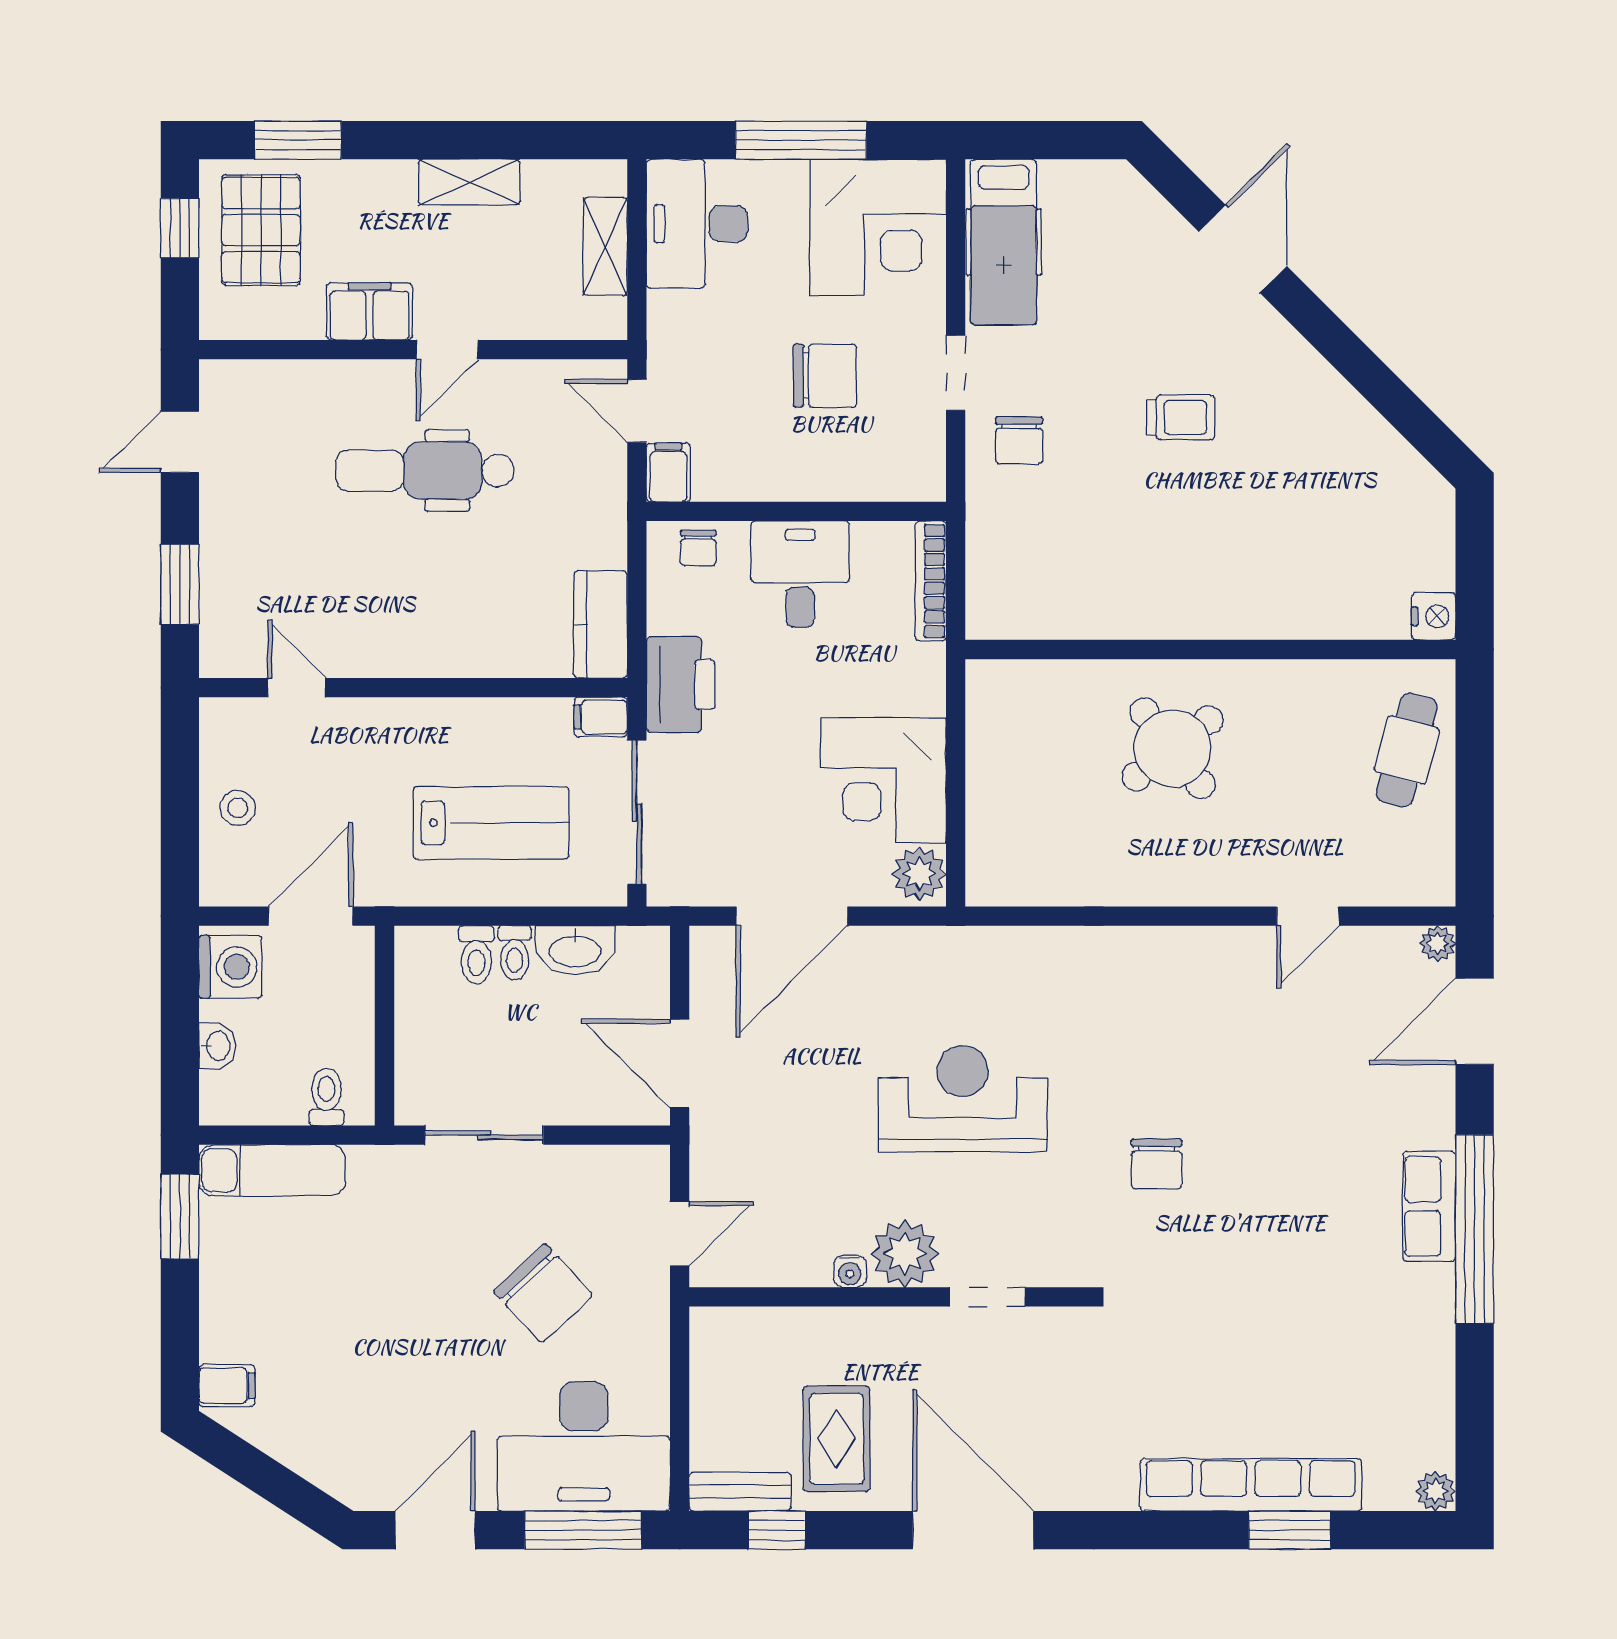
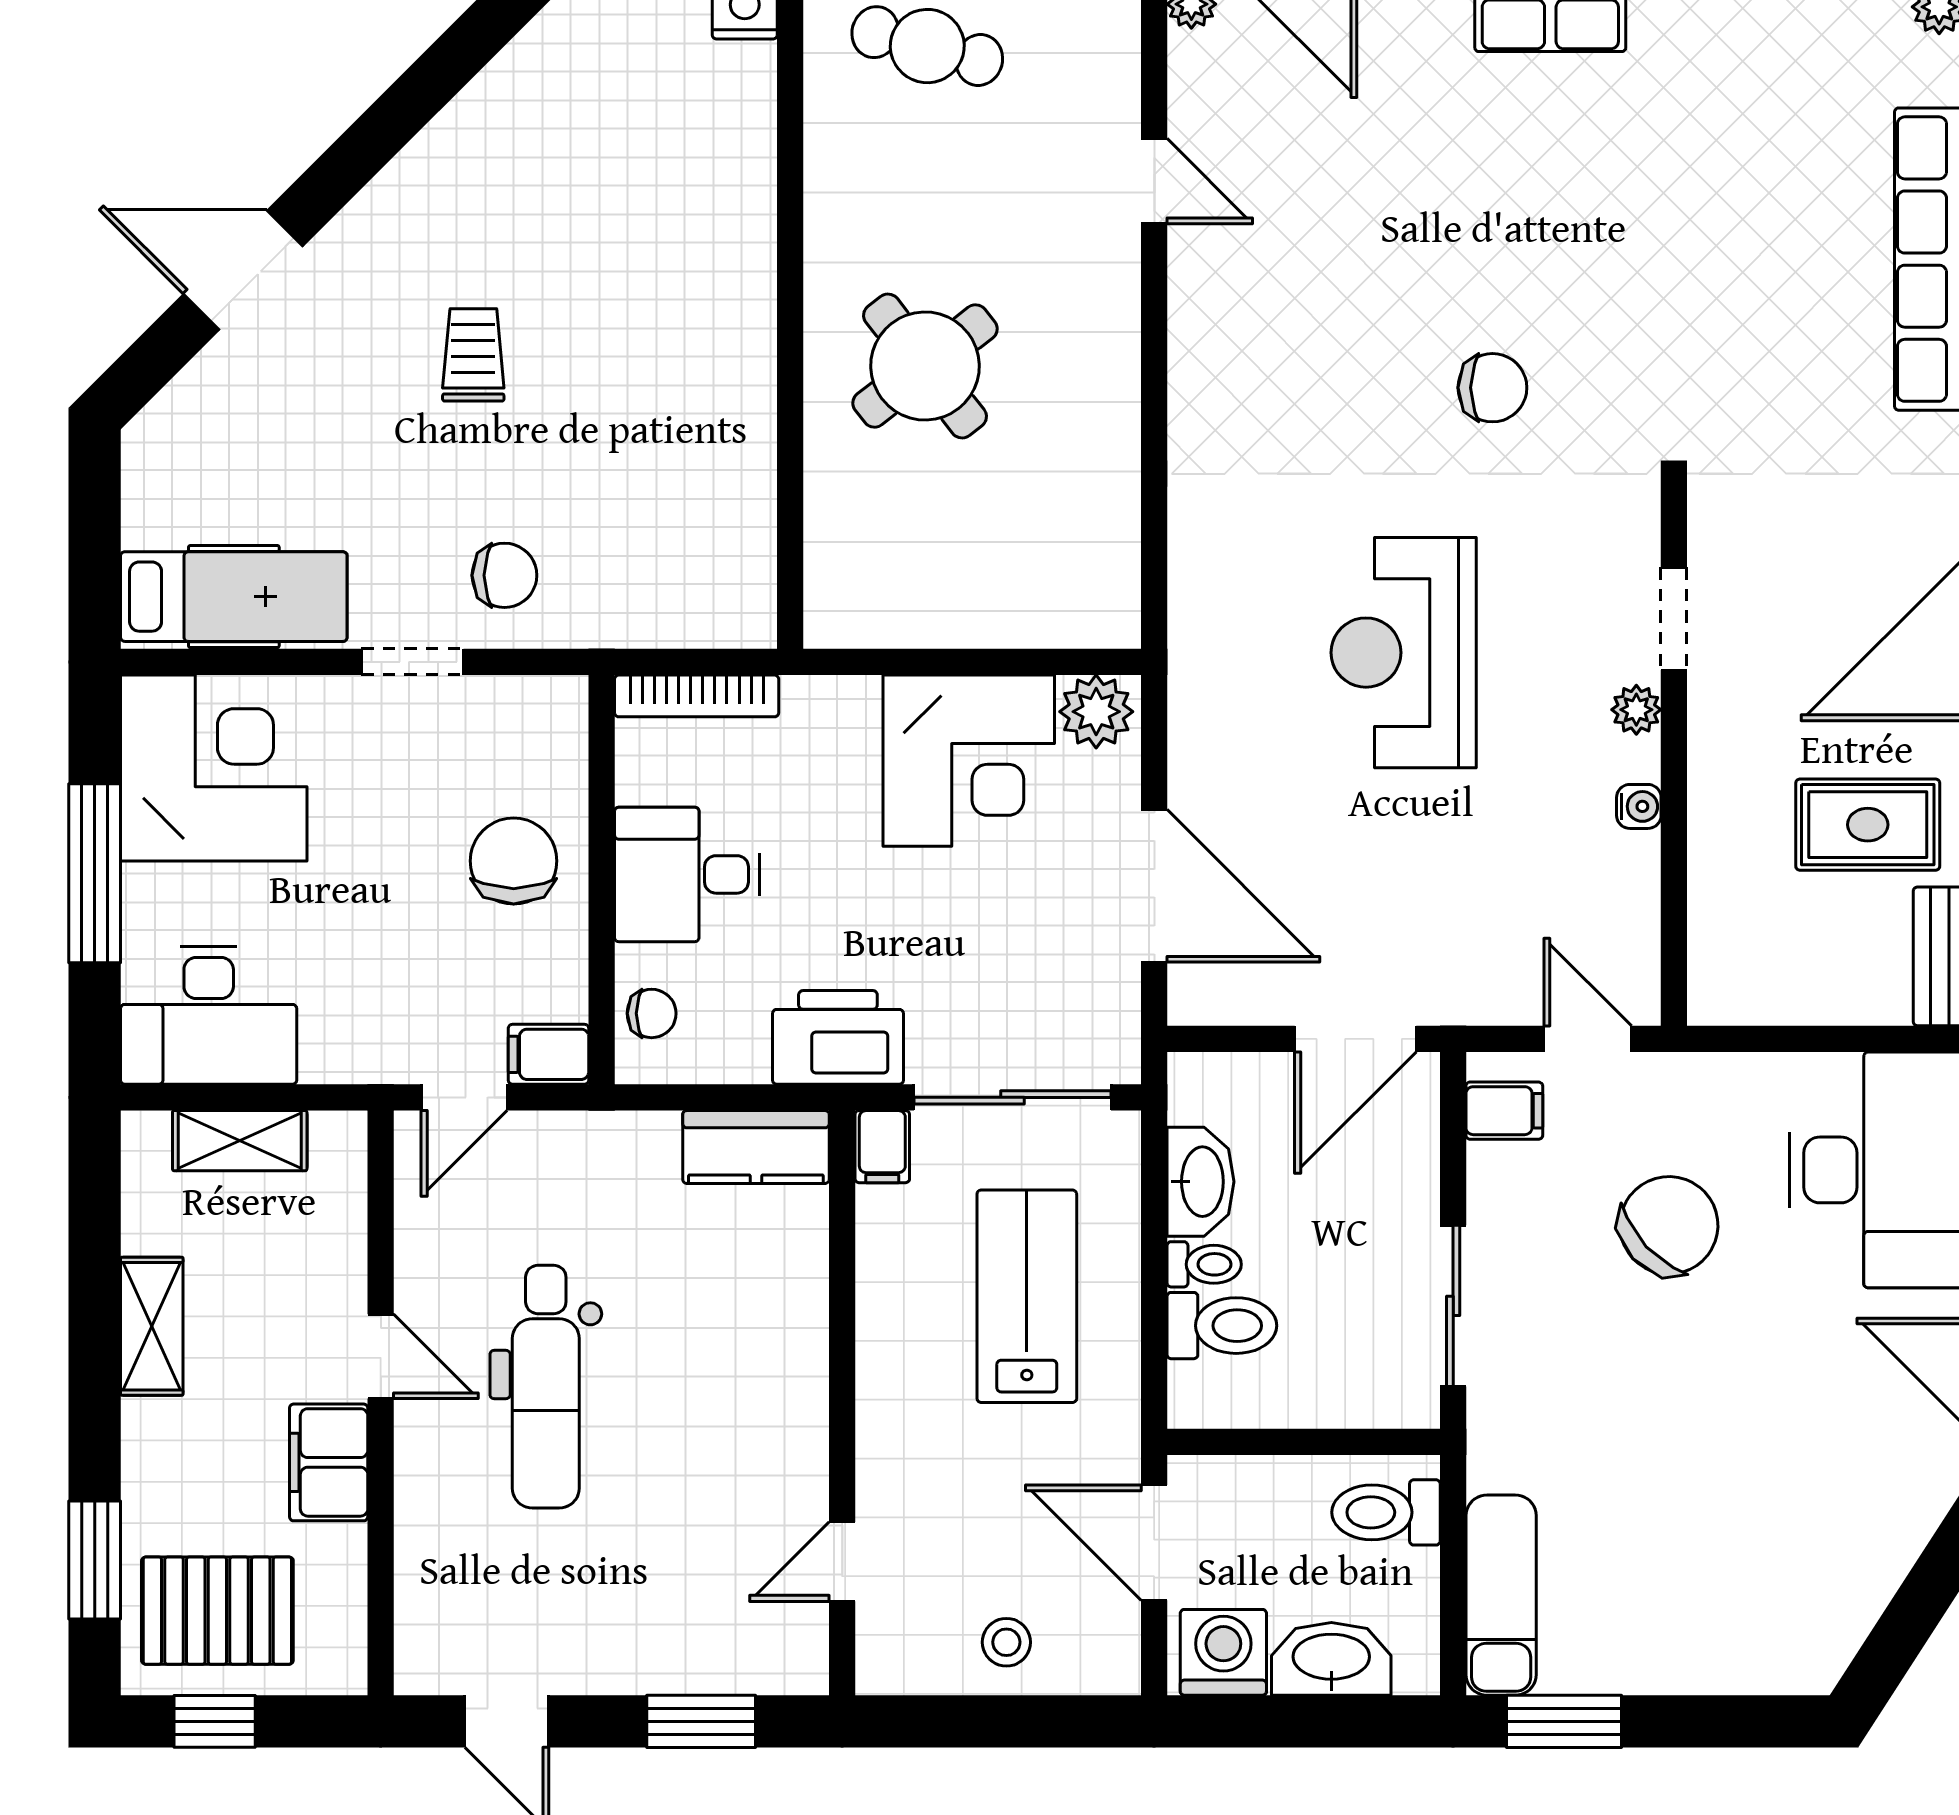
chair: (825, 376) -> (514, 861), moved
toilet: (476, 955) -> (1222, 1326), width x1.37, depth x1.39
washbasin: (217, 1046) -> (1331, 1659), width x1.91, depth x1.45
toilet: (326, 1097) -> (1386, 1512), width x1.37, depth x1.39
plant: (905, 1253) -> (1636, 710), width x0.53, depth x0.53
filing cabinet: (227, 1386) -> (1504, 1111), moved, turned 90

